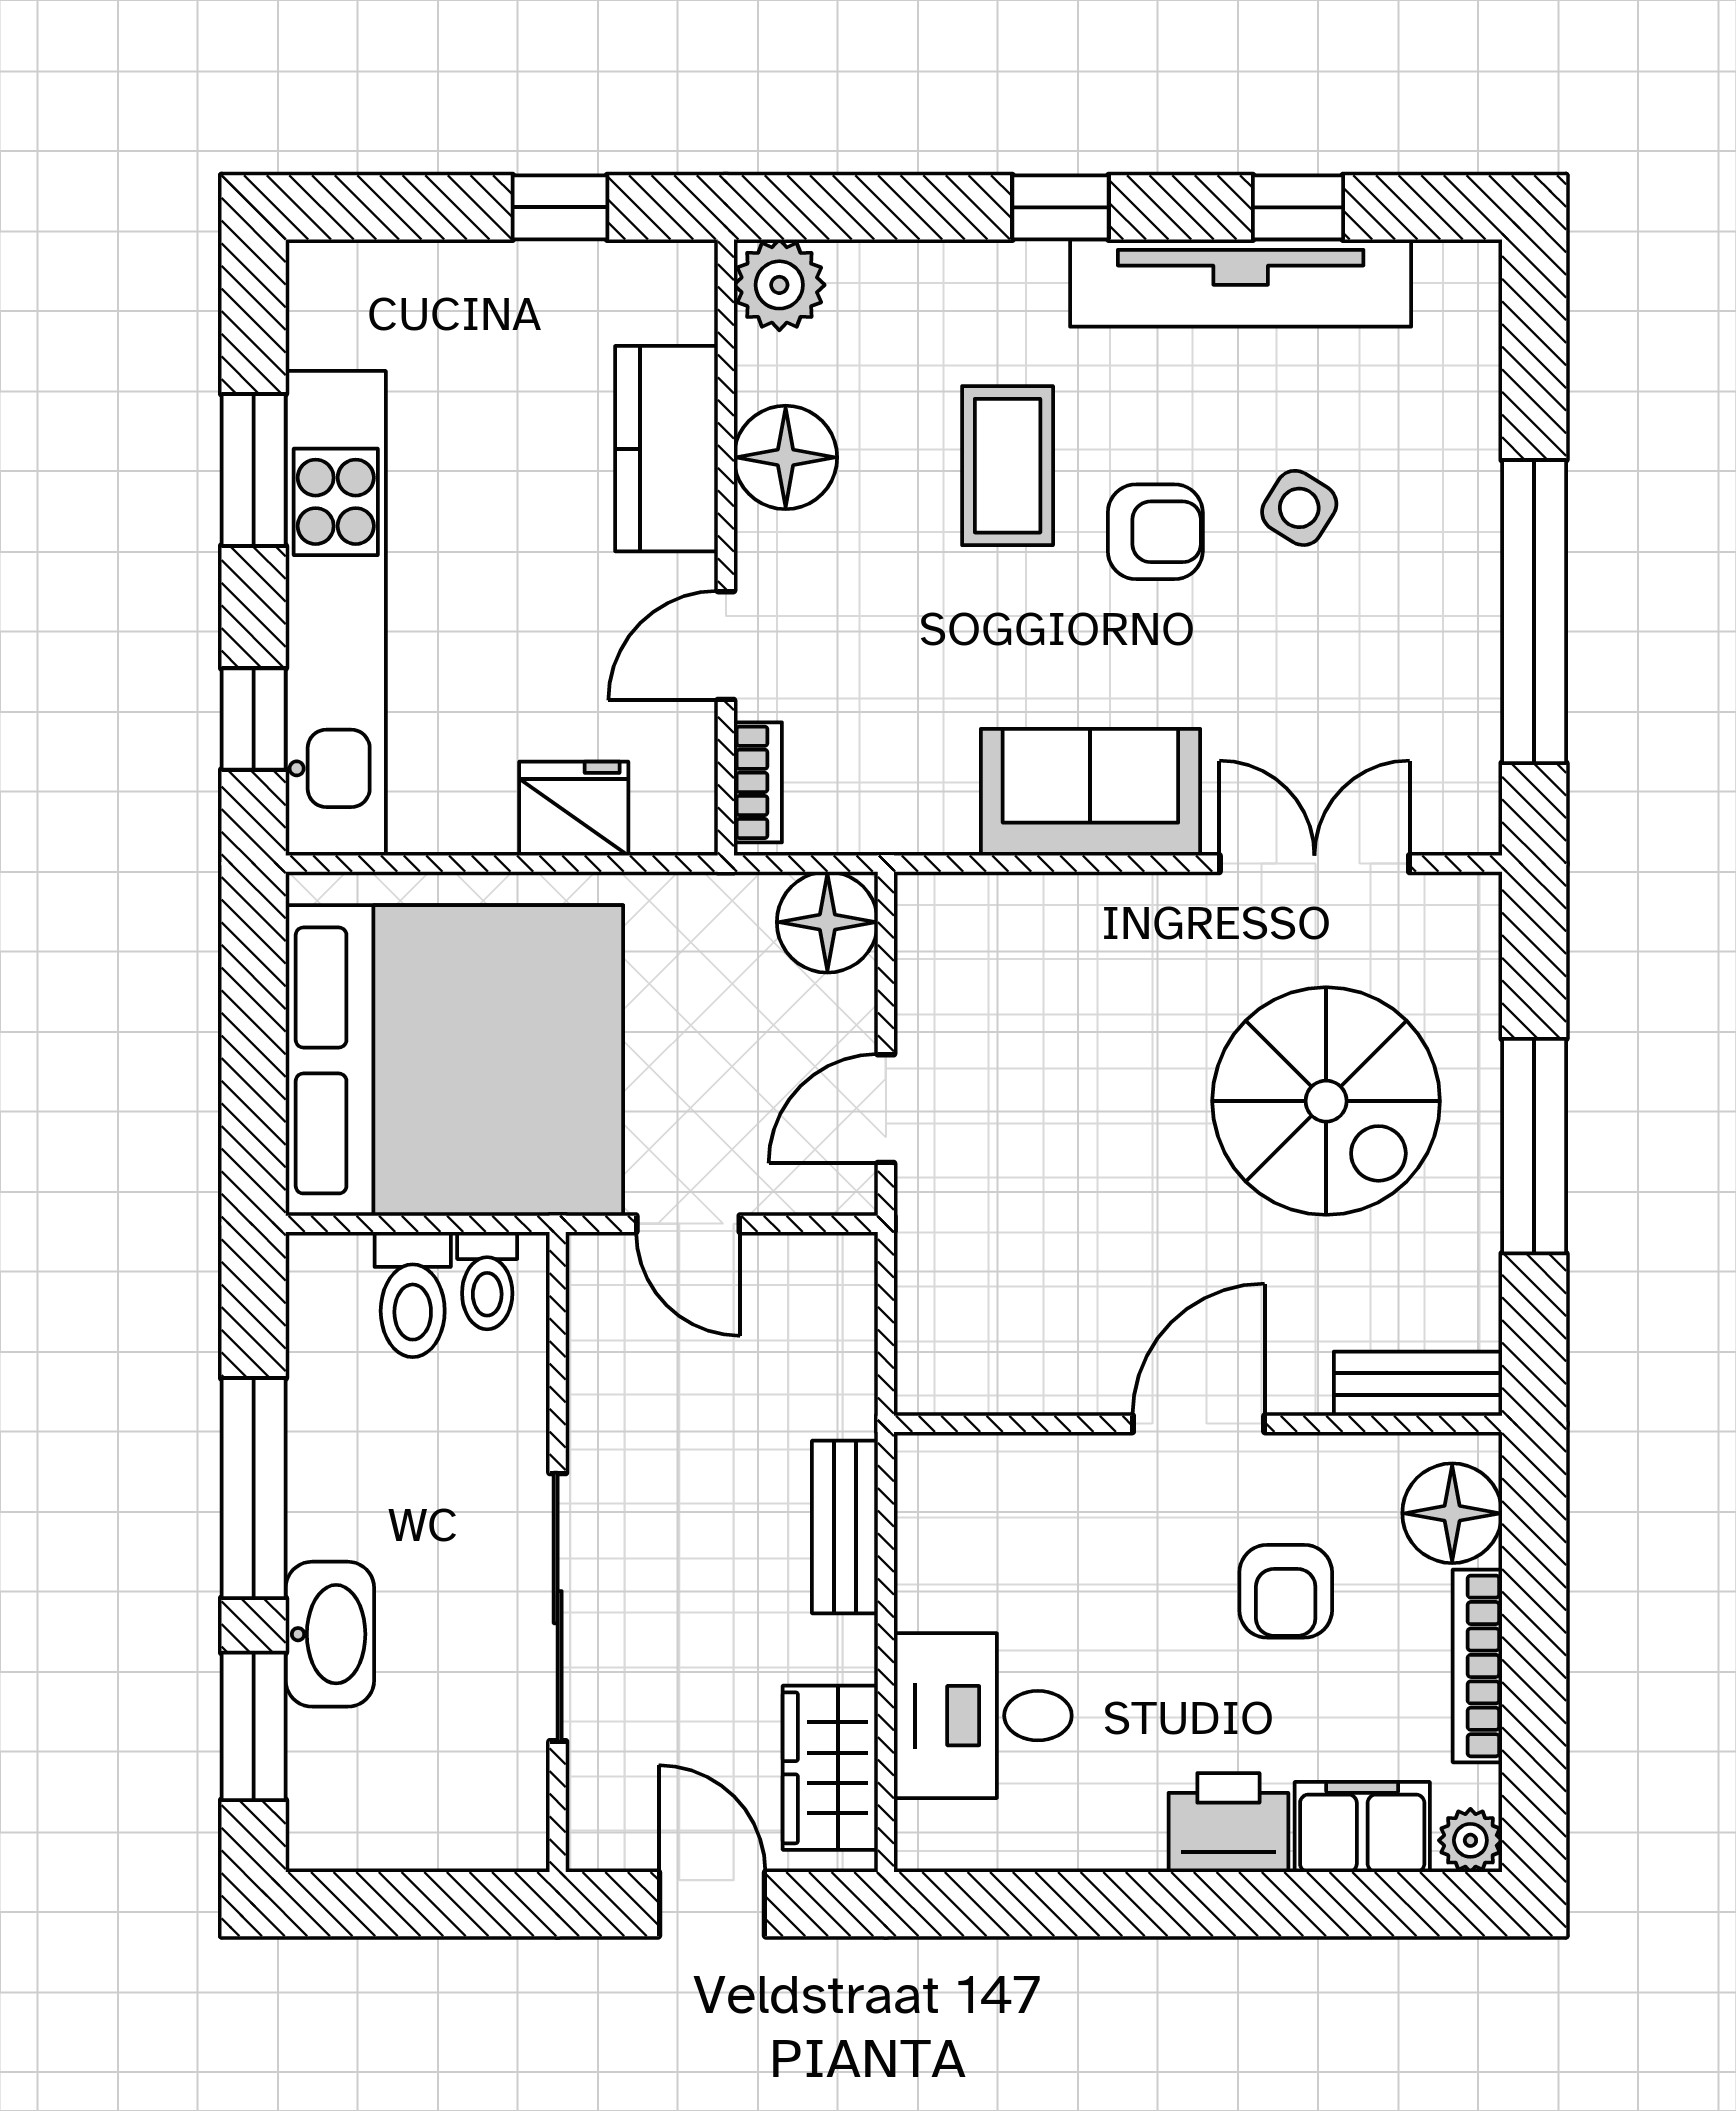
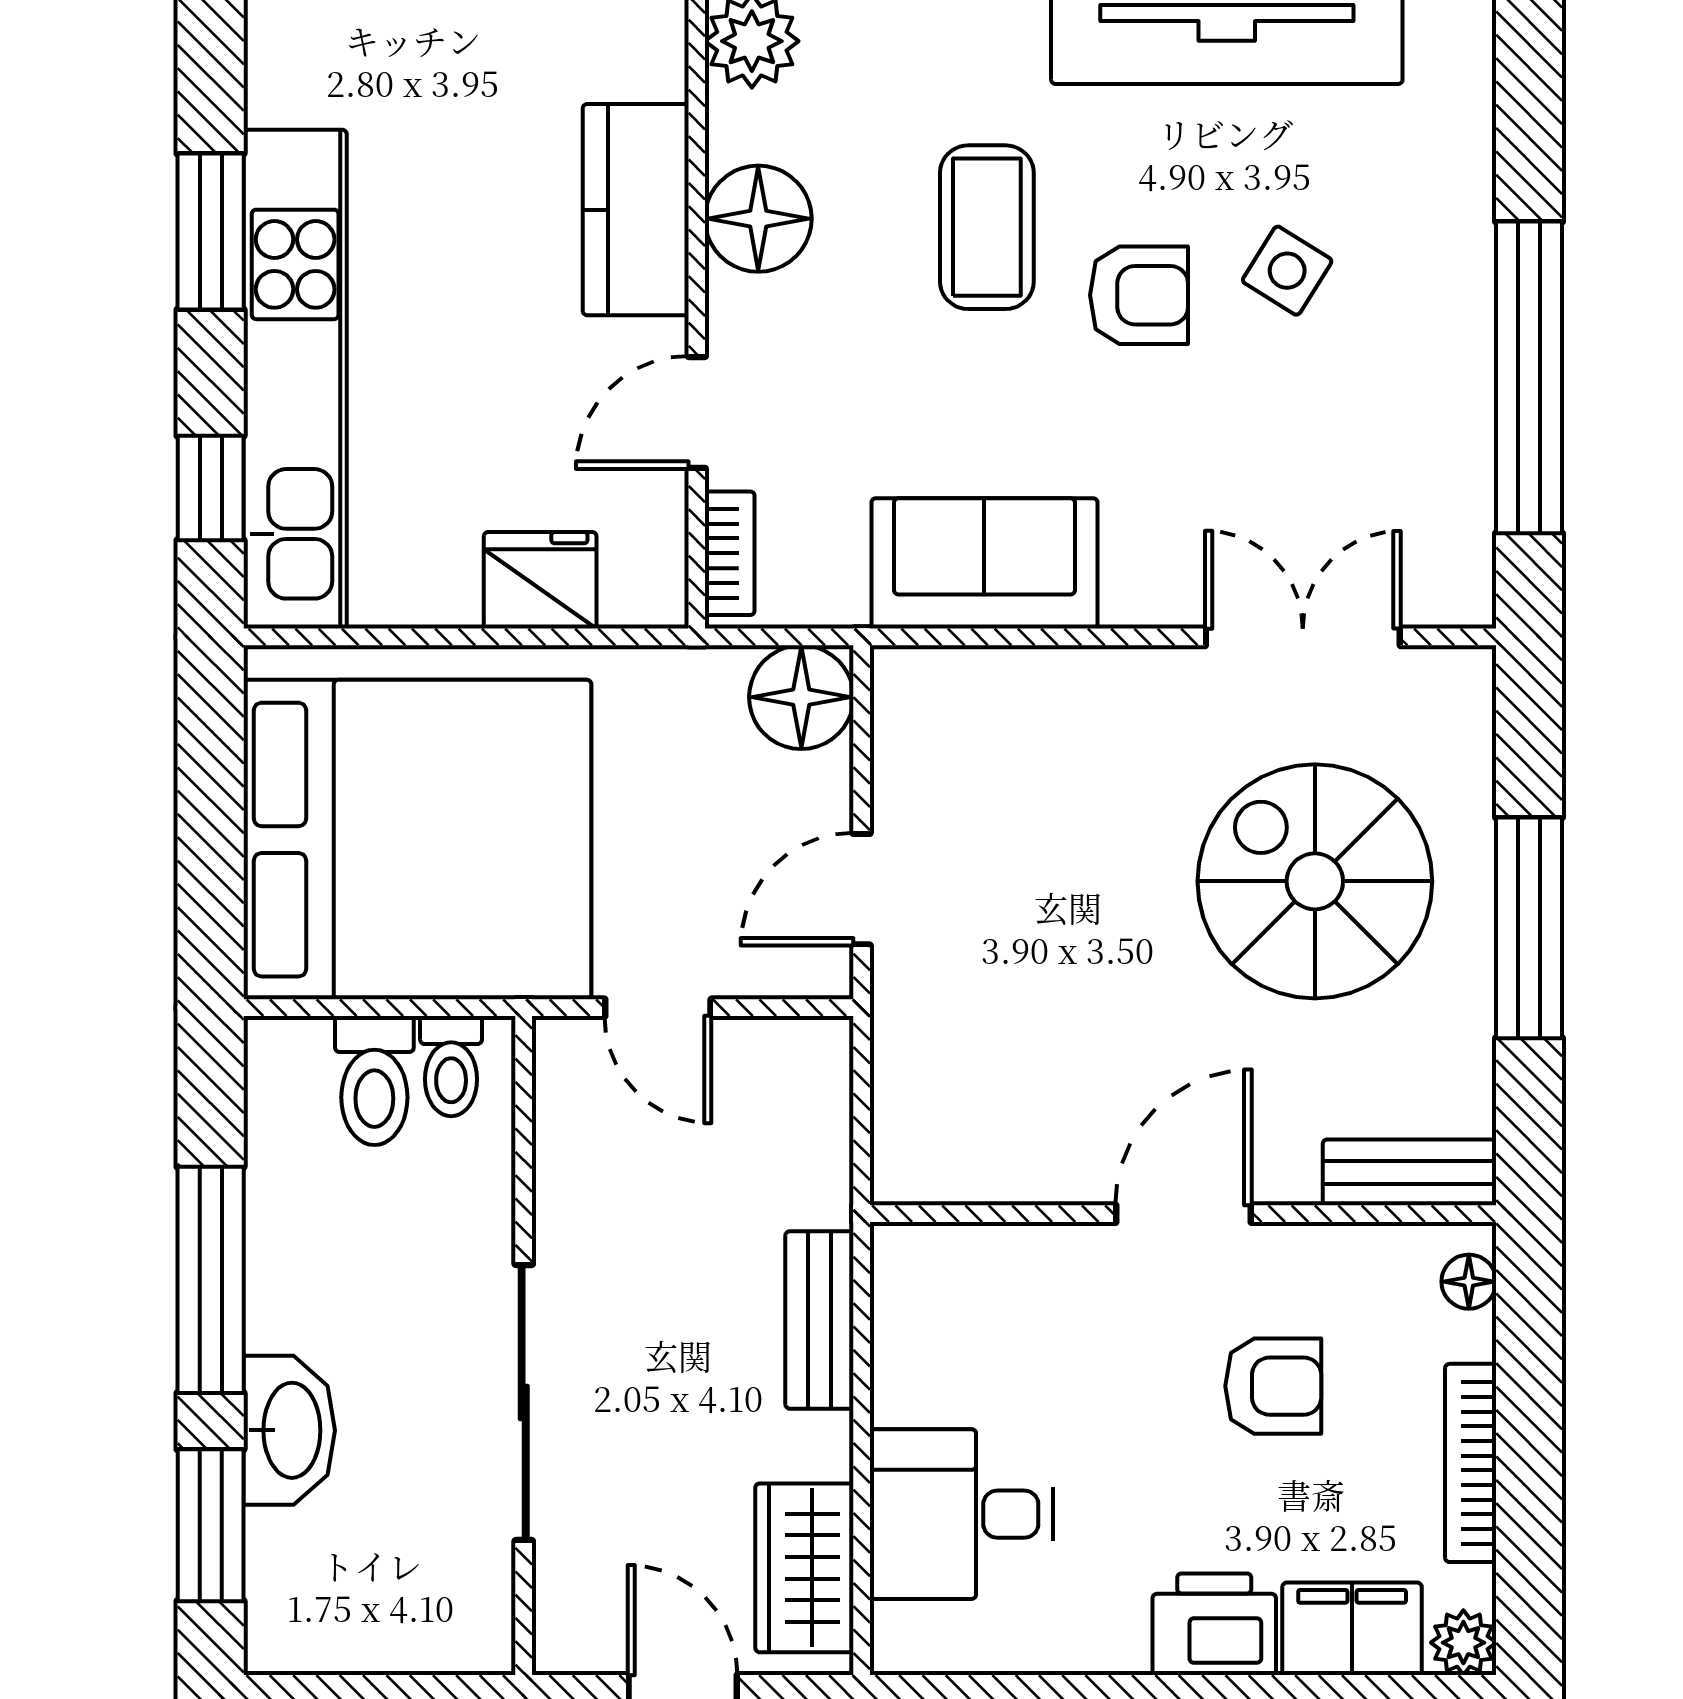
sofa: (1090, 792) -> (984, 563), moved
spiral stairs: (1326, 1101) -> (1315, 881), turned 180
floor lamp: (1452, 1513) -> (1469, 1282), width x0.53, depth x0.53
armchair: (1286, 1591) -> (1273, 1386), turned -90

